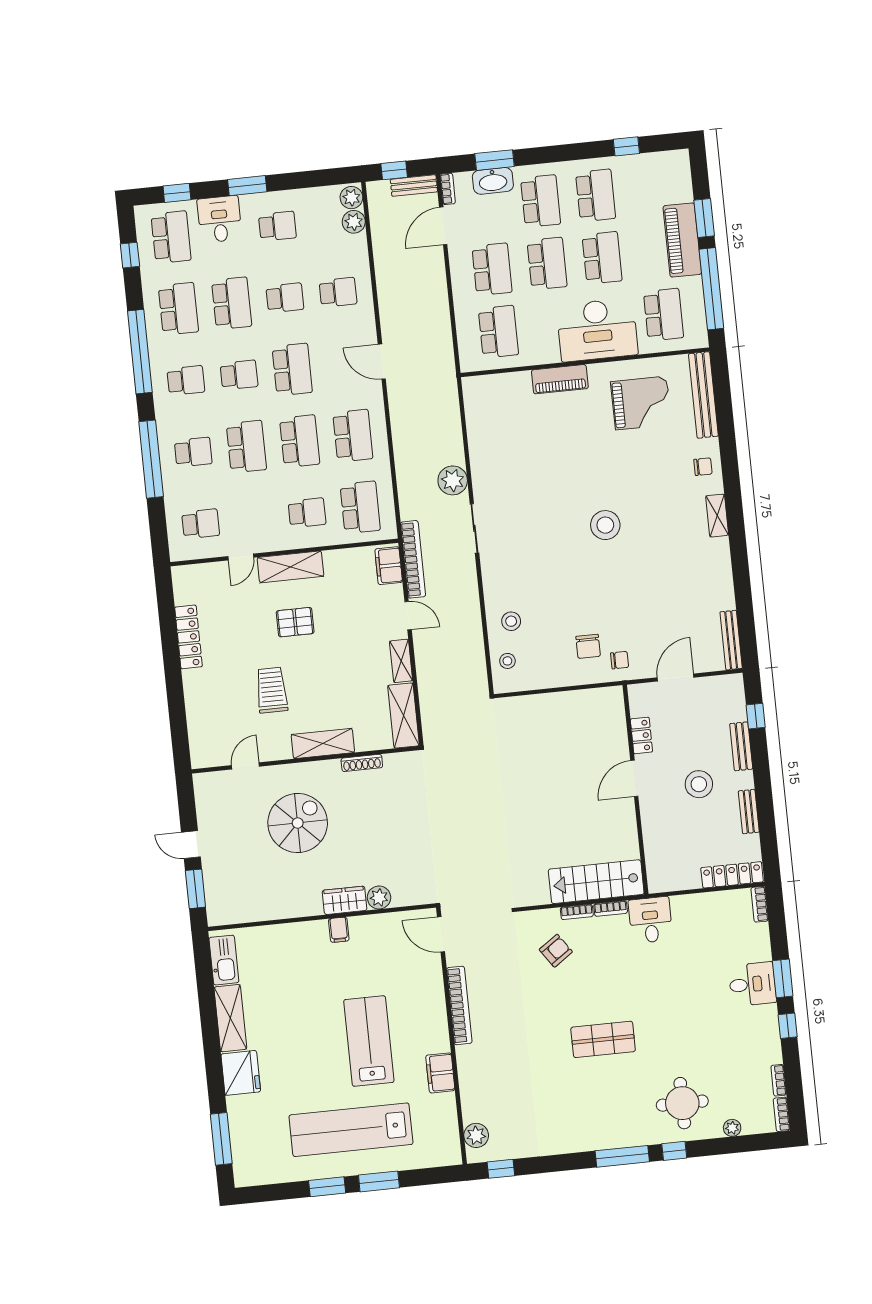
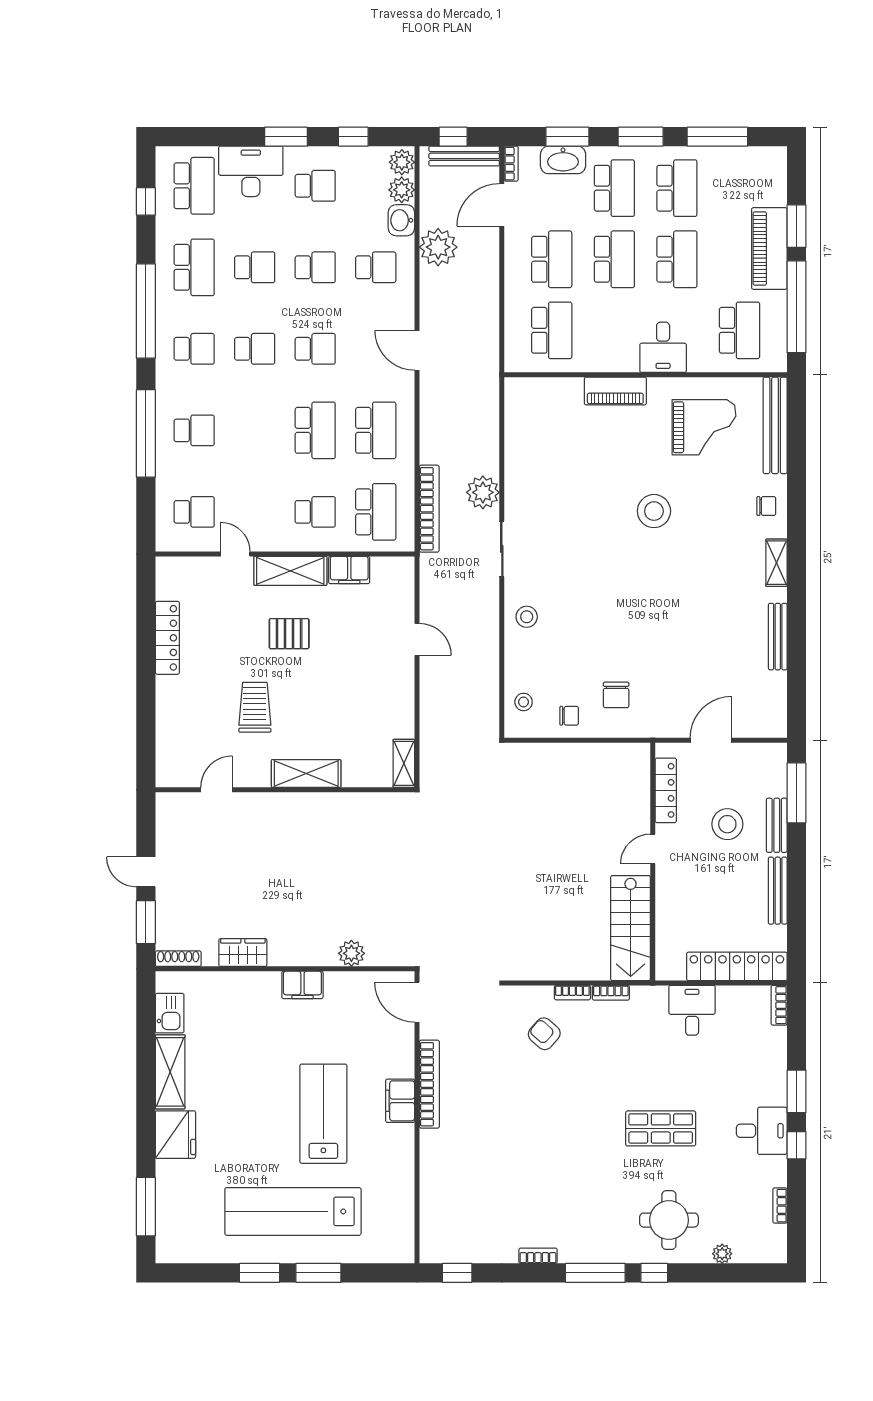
window: (626, 146) -> (717, 137), width x2.17
window: (559, 153) -> (641, 137), added
bench: (414, 186) -> (464, 156), width x1.36
window: (177, 193) -> (353, 137), moved
desk: (220, 219) -> (251, 171), width x1.37
washbasin: (356, 249) -> (401, 220), added
school desk: (232, 303) -> (255, 267), width x0.54
desk: (597, 330) -> (663, 347), width x0.53, depth x0.77
school desk: (292, 369) -> (315, 349), width x0.54
school desk: (246, 447) -> (255, 430), removed
stool: (605, 525) -> (654, 511), moved
door: (241, 557) -> (235, 554), swing flipped
bookcase: (413, 559) -> (429, 509), moved
filing cabinet: (389, 566) -> (349, 570), moved, turned -90
stool: (511, 621) -> (527, 617), moved
bench: (731, 640) -> (778, 637), moved
chair: (620, 660) -> (569, 716), moved
shelving: (401, 661) -> (404, 690), removed
shelving: (404, 716) -> (404, 763), width x0.67, depth x0.75
window: (756, 716) -> (796, 793), width x2.17
locker: (641, 735) -> (666, 790), width x1.53
shoe rack: (362, 763) -> (178, 959), moved, turned 180
door: (634, 778) -> (653, 849), width x0.73
stool: (699, 784) -> (727, 824), moved
bench: (749, 812) -> (778, 891), width x1.36
spiral stairs: (298, 823) -> (269, 860), removed
locker: (732, 875) -> (737, 966), width x1.41, depth x1.21
stairs: (596, 882) -> (631, 928), moved, turned -90
wardrobe: (345, 900) -> (243, 952), moved
desk: (650, 920) -> (692, 1010), moved
filing cabinet: (339, 930) -> (302, 985), width x2.00
armchair: (556, 951) -> (544, 1034), turned -104
kitchen sink: (224, 960) -> (170, 1013), width x0.73
desk: (752, 984) -> (762, 1131), moved
shop shelf: (603, 1039) -> (661, 1128), moved
filing cabinet: (440, 1073) -> (400, 1101), moved
bookcase: (782, 1114) -> (538, 1256), moved, turned 90
plant: (476, 1135) -> (438, 247), moved, width x1.36, depth x1.36

